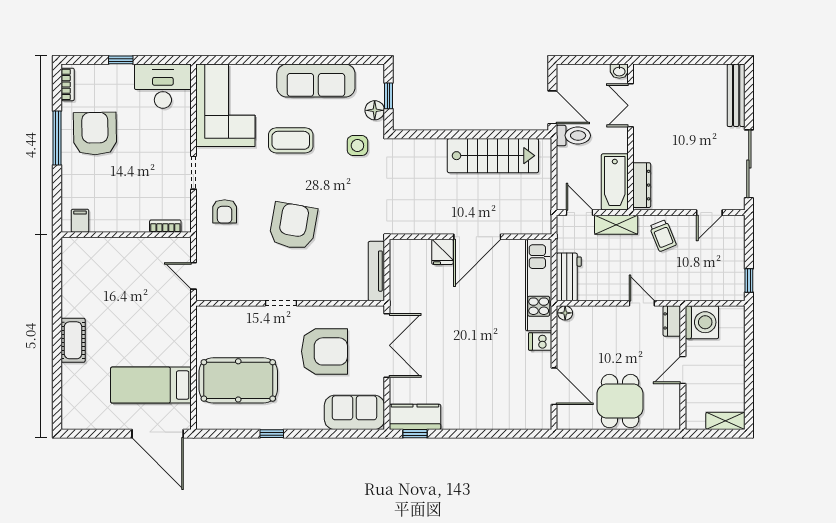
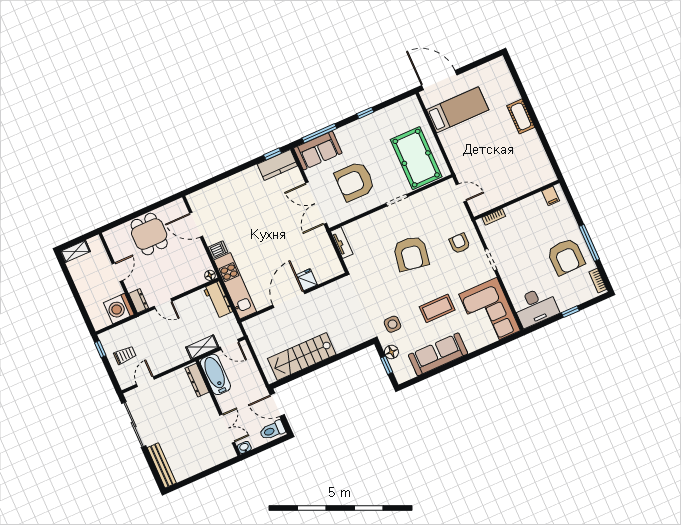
toilet: (573, 135) -> (272, 430), moved
trolley: (663, 236) -> (125, 355), moved, turned 112
tv unit: (376, 271) -> (342, 243), width x0.71
pool table: (238, 380) -> (416, 158), moved, turned 90
window: (343, 434) -> (319, 133), added

